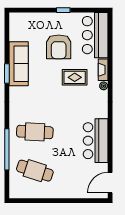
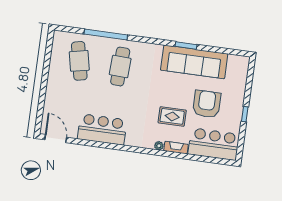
armchair: (59, 47) -> (207, 104), turned 90
sofa: (19, 64) -> (194, 62), width x1.36, depth x1.27
rug: (75, 77) -> (172, 116), turned 90
cafe table: (35, 171) -> (79, 61), turned -30

